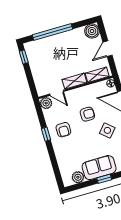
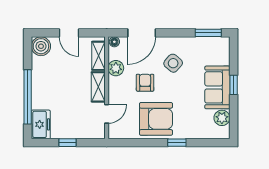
freezer: (35, 47) -> (41, 124), added
window: (24, 57) -> (67, 143), moved
plant: (46, 103) -> (116, 68), moved
armchair: (63, 130) -> (156, 119), width x1.88, depth x1.88
window: (46, 134) -> (177, 143), moved

